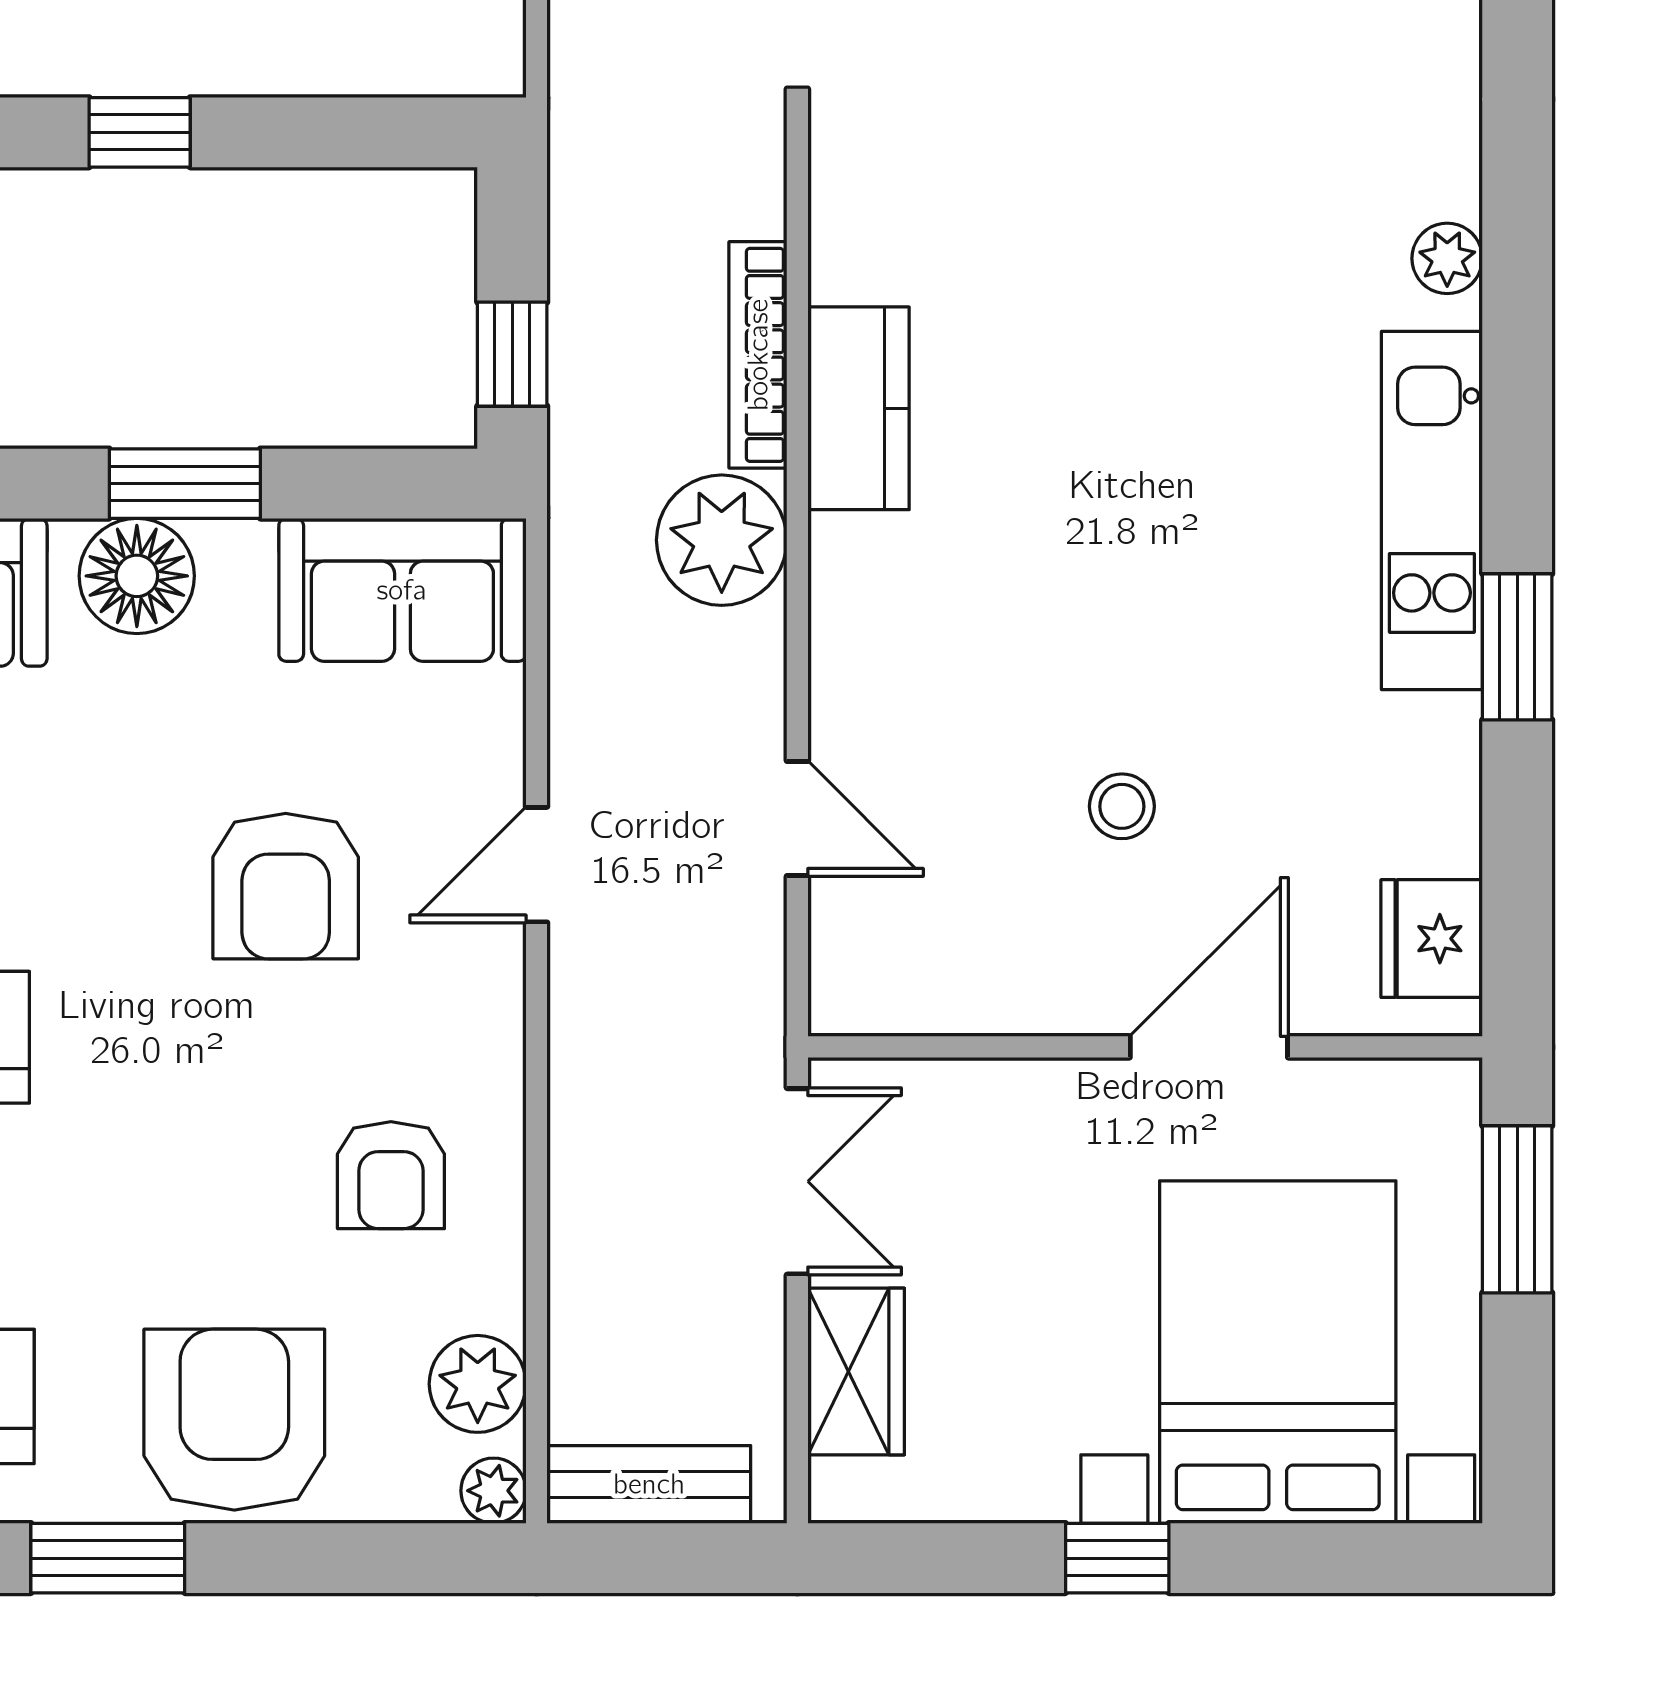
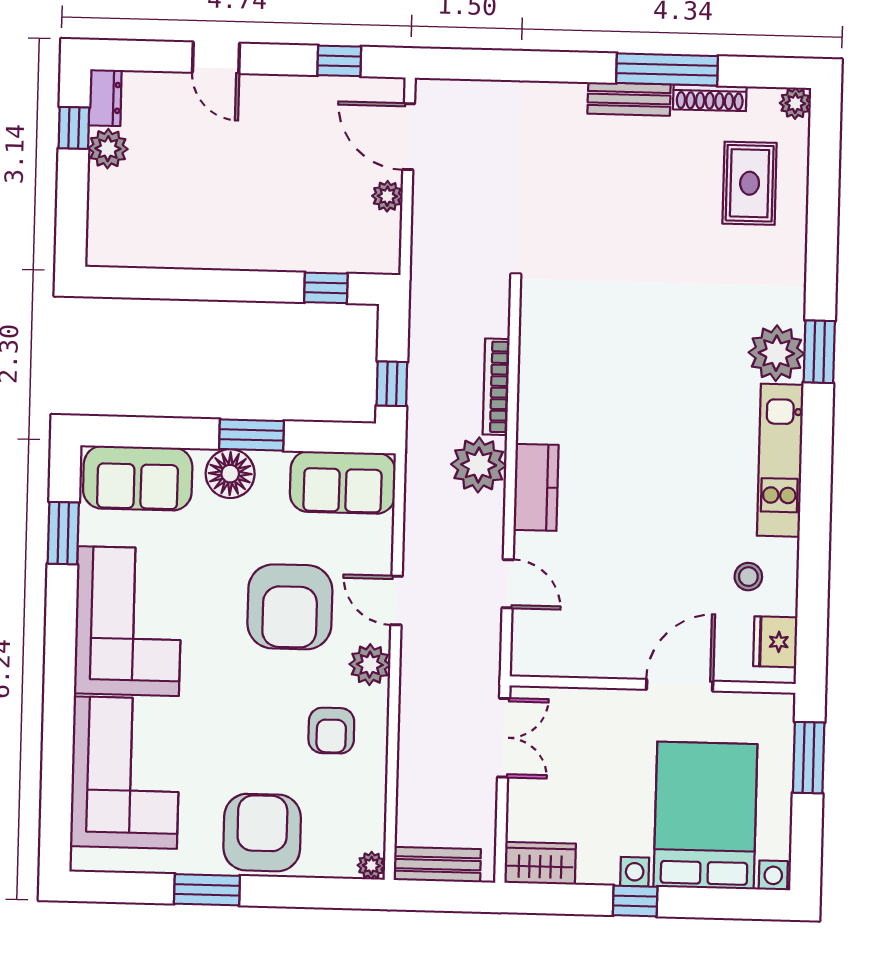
window: (140, 132) -> (326, 288), moved
plant: (1447, 258) -> (776, 353), width x1.88, depth x1.88
kitchen counter: (858, 408) -> (536, 487), moved
window: (1517, 647) -> (819, 352), moved
stool: (1122, 806) -> (748, 577), moved
door: (537, 865) -> (397, 601), hinge flipped
armchair: (286, 886) -> (290, 607), width x1.36, depth x1.36
wardrobe: (856, 1372) -> (540, 863), moved, turned -90
plant: (478, 1384) -> (370, 665), moved

